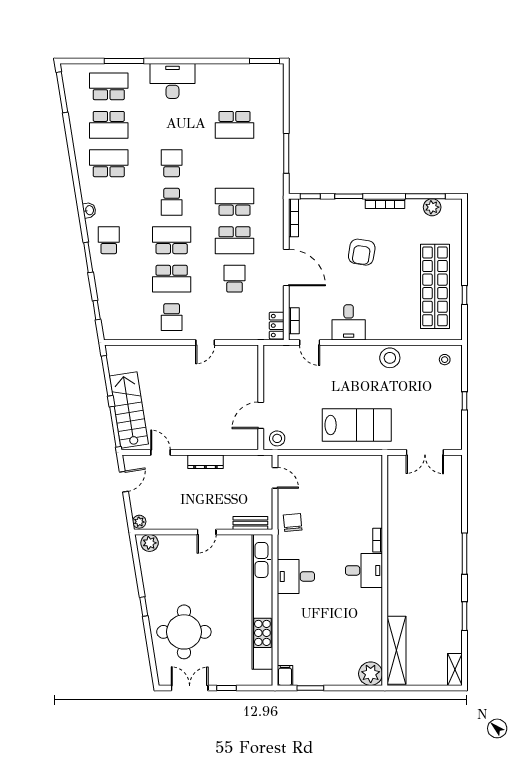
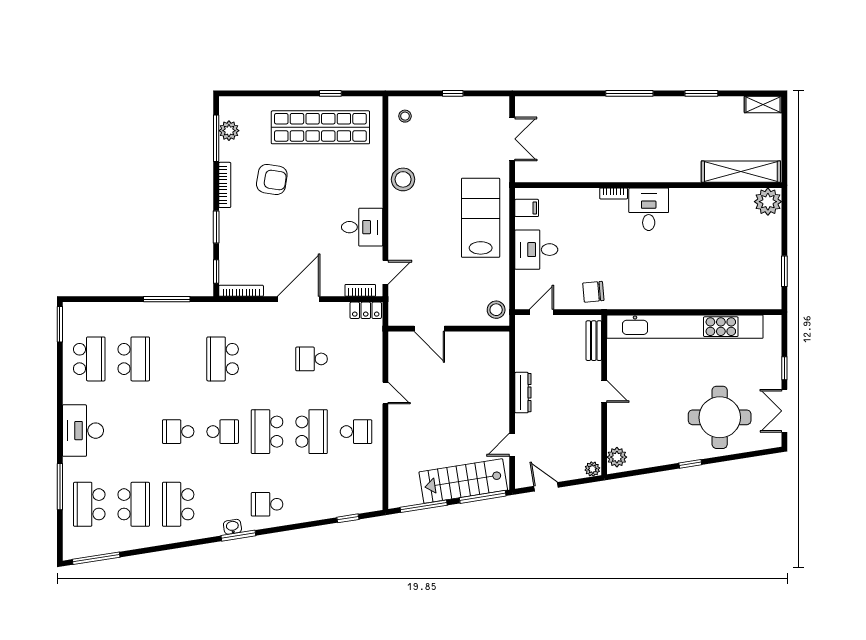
school desk: (235, 240) -> (89, 359), moved
armchair: (362, 252) -> (272, 179), moved
window: (88, 257) -> (238, 536), moved
door: (261, 415) -> (429, 329), moved
desk: (296, 576) -> (536, 250), moved, turned 90
filing cabinet: (285, 675) -> (527, 208), moved, turned 180

